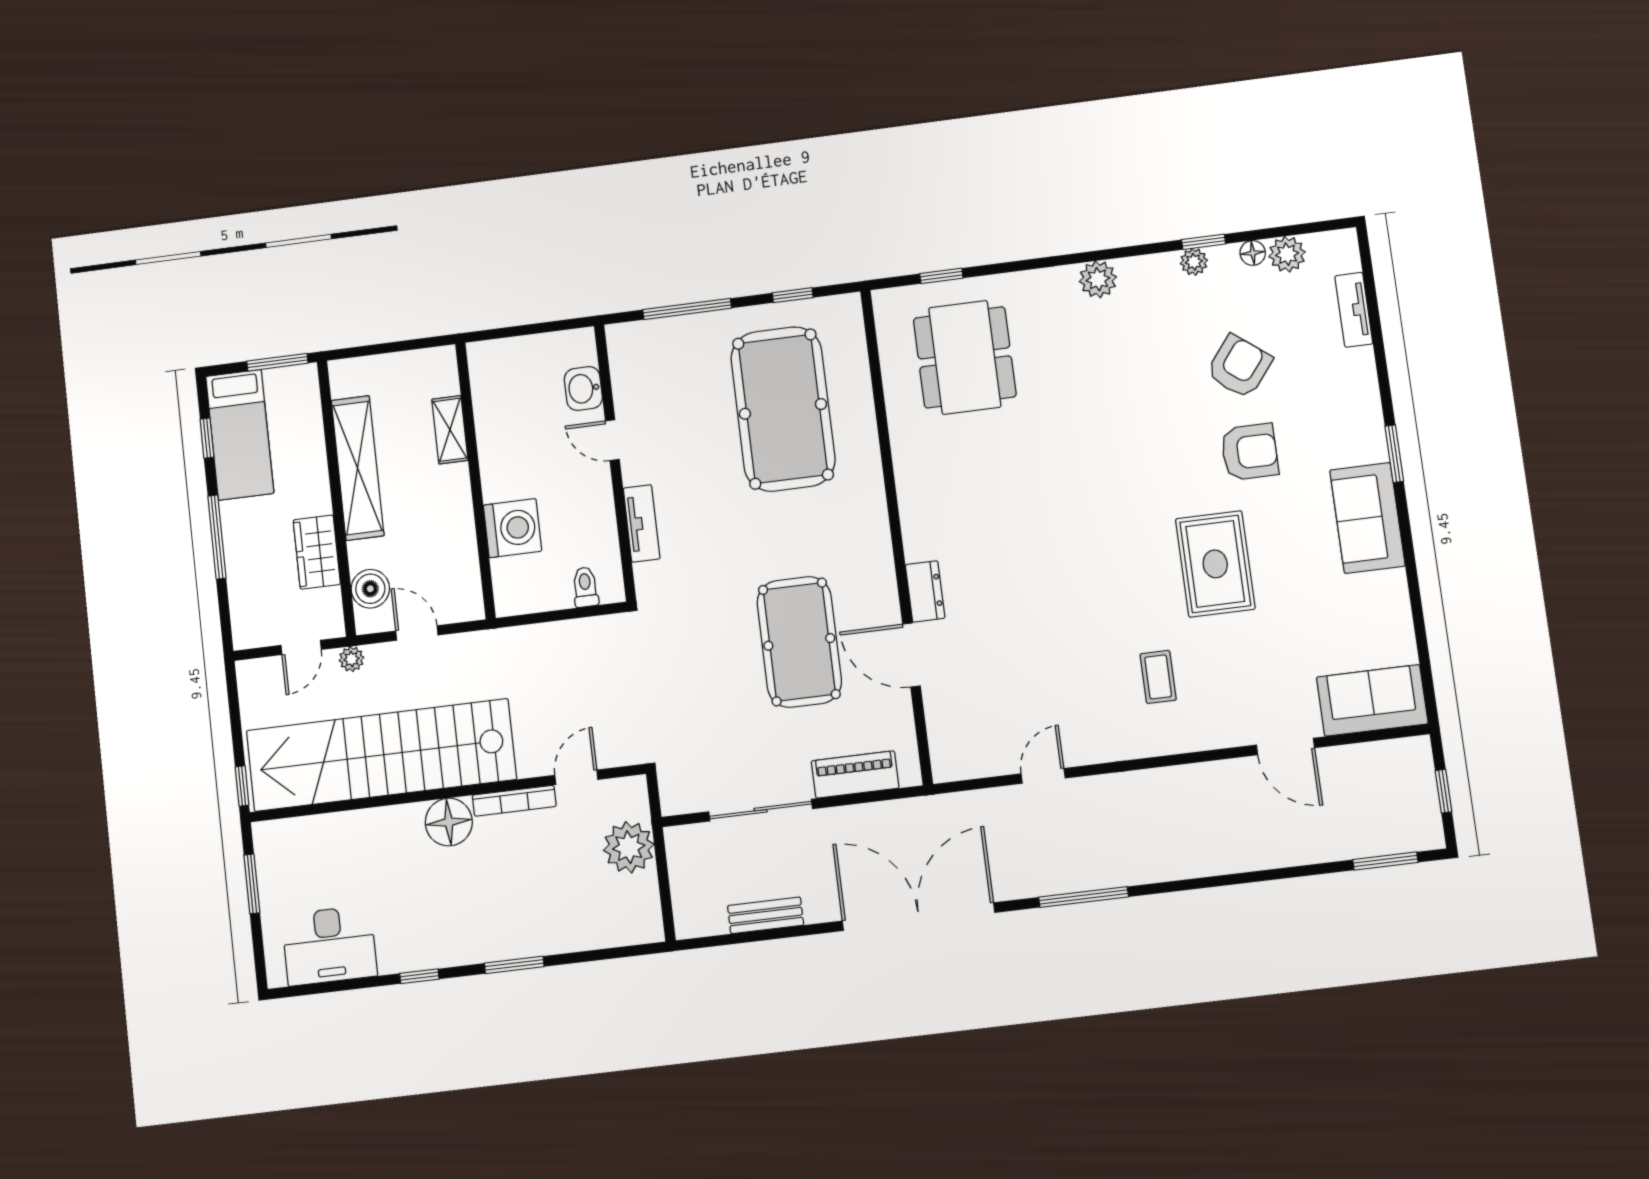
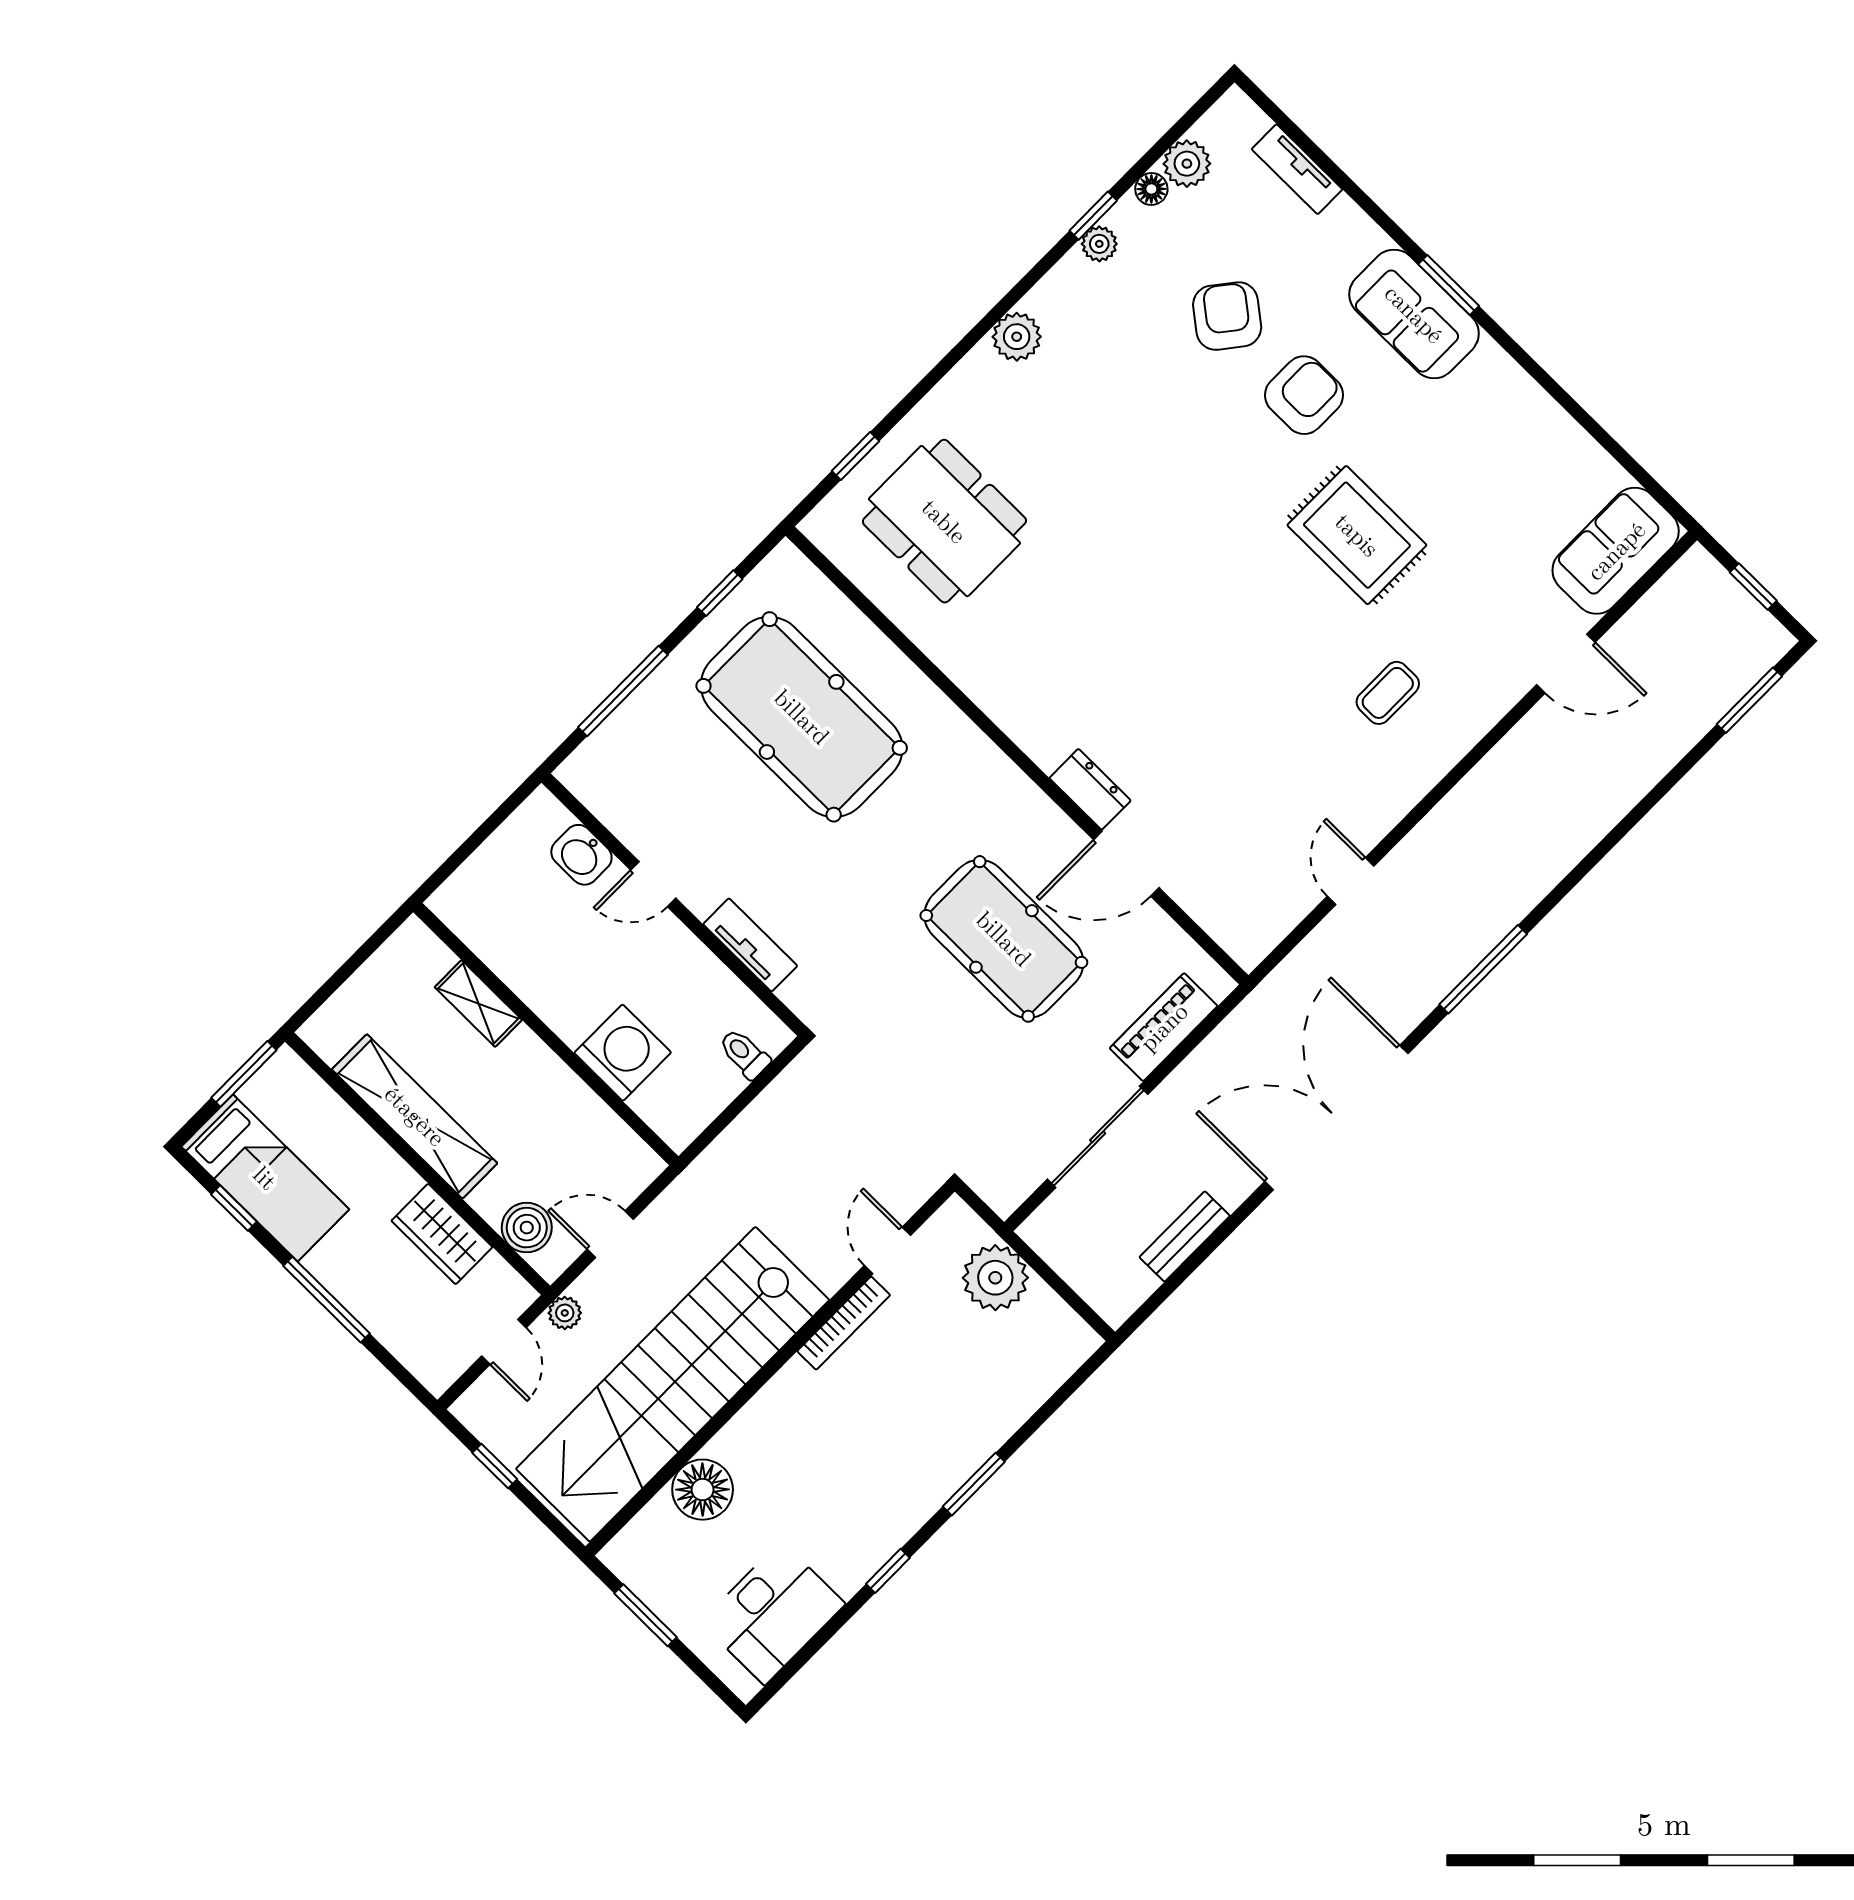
sofa: (1367, 518) -> (1414, 314), moved
coffee table: (1158, 677) -> (1388, 693), turned 90
window: (242, 786) -> (495, 1466), moved
floor lamp: (449, 822) -> (703, 1490), moved

